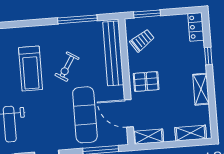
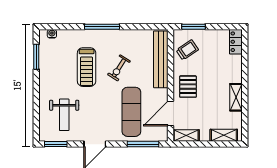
window: (77, 19) -> (102, 27), moved
window: (208, 56) -> (245, 68), removed
pallet: (146, 82) -> (188, 87), turned 90
door: (129, 113) -> (170, 114), hinge flipped

